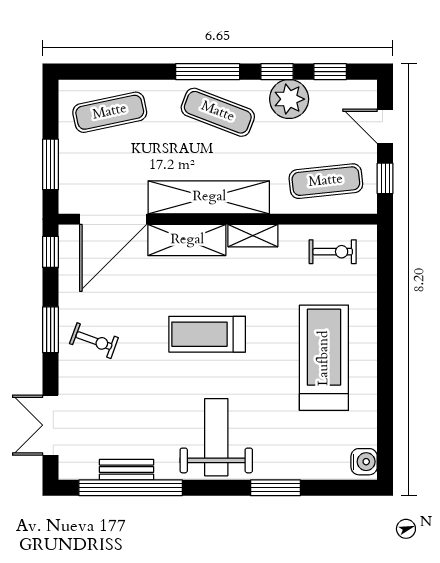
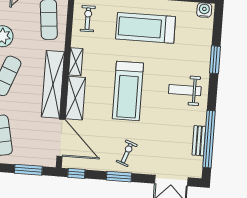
treadmill: (207, 334) -> (128, 91), width x1.37, depth x1.38
weight bench: (216, 437) -> (185, 90), width x0.73, depth x0.75

